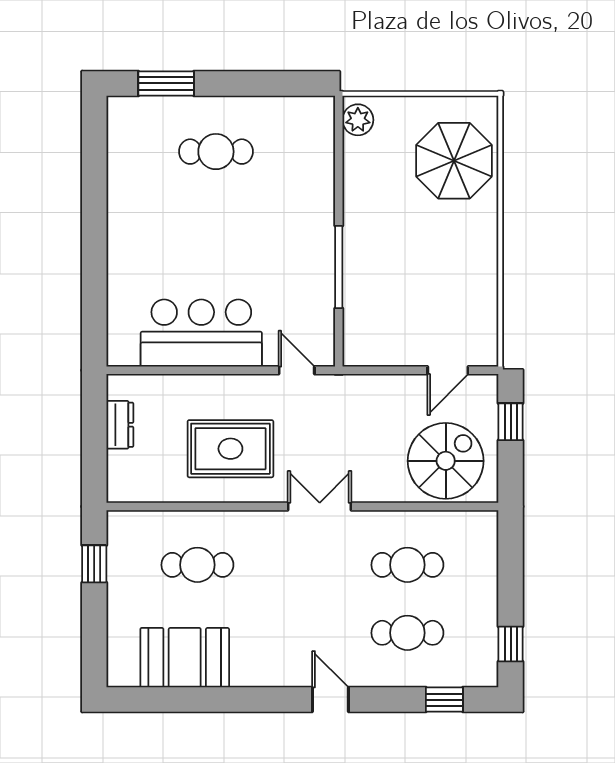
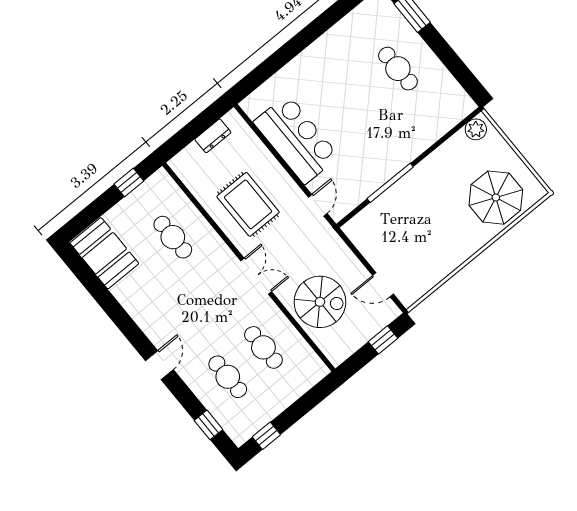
spiral stairs: (446, 461) -> (320, 302), moved
booth: (185, 658) -> (104, 253), moved

